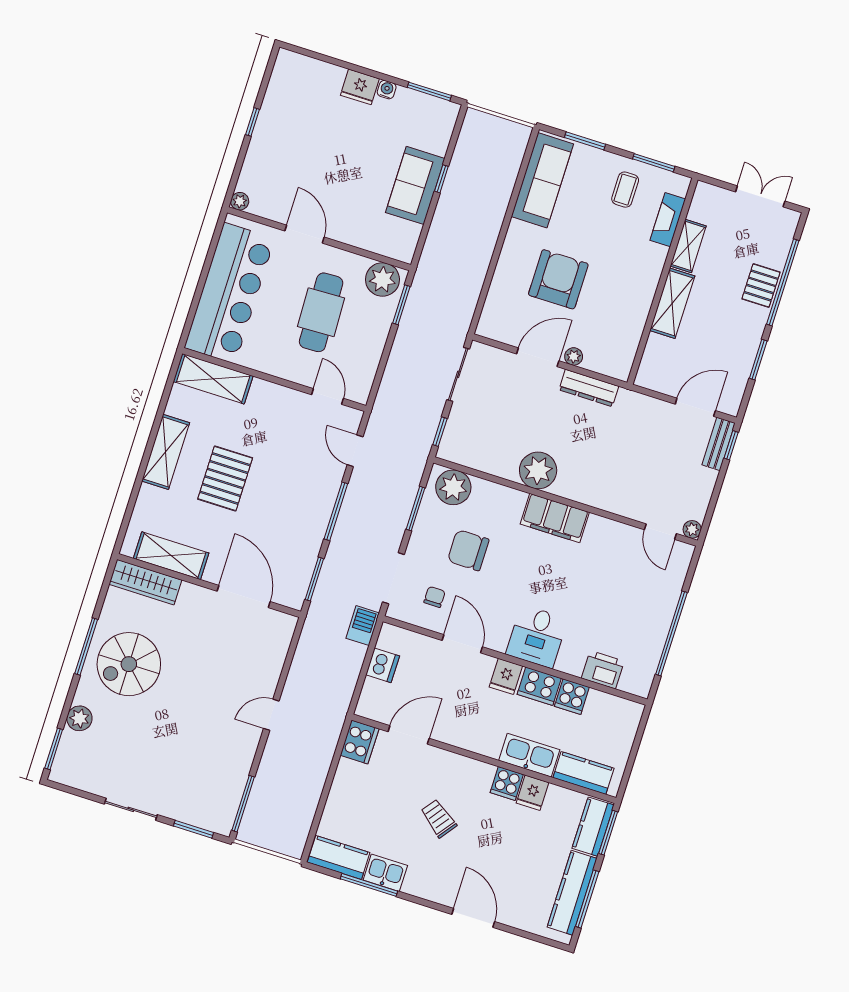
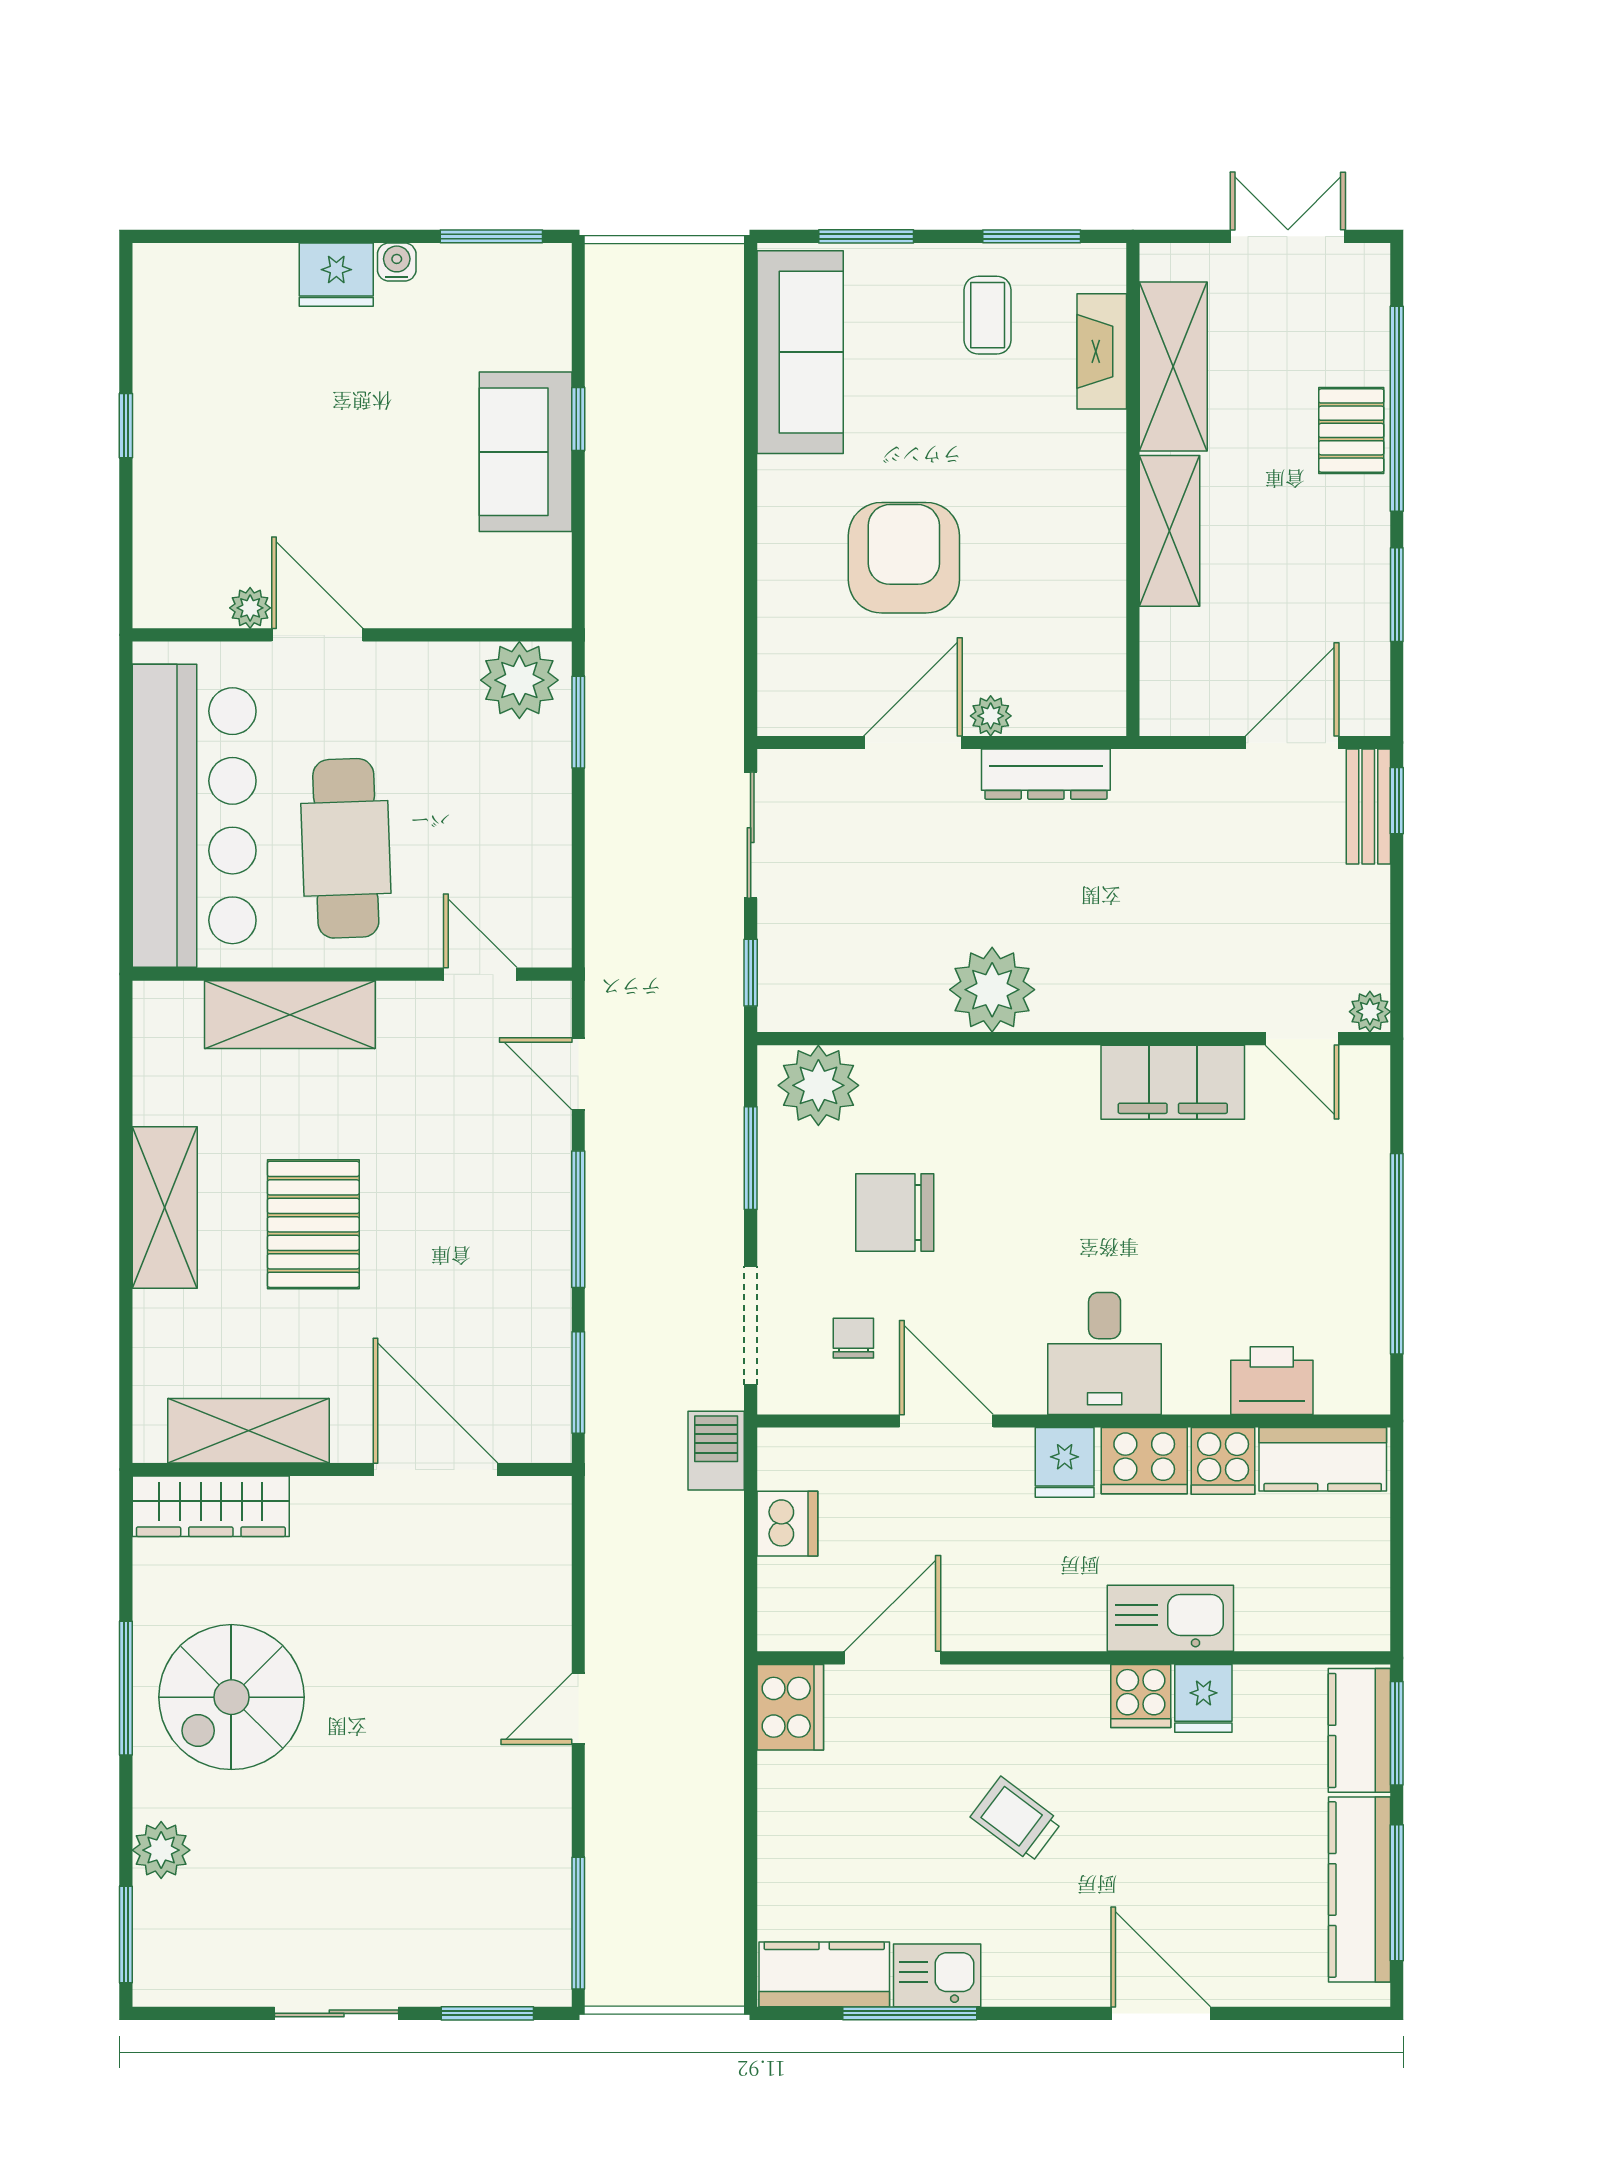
plant: (240, 201) -> (250, 608), moved
shelving: (688, 246) -> (1173, 366), width x1.50, depth x1.33
cafe table: (321, 312) -> (346, 848), moved
shelving: (213, 379) -> (290, 1015), moved
filing cabinet: (555, 518) -> (1173, 1082), moved
kitchen counter: (583, 773) -> (1323, 1459), moved, turned 180

